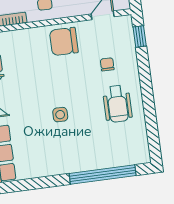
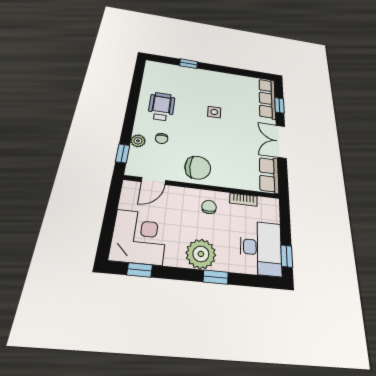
plant: (129, 55) -> (138, 141), added
window: (103, 174) -> (189, 64), width x0.32

